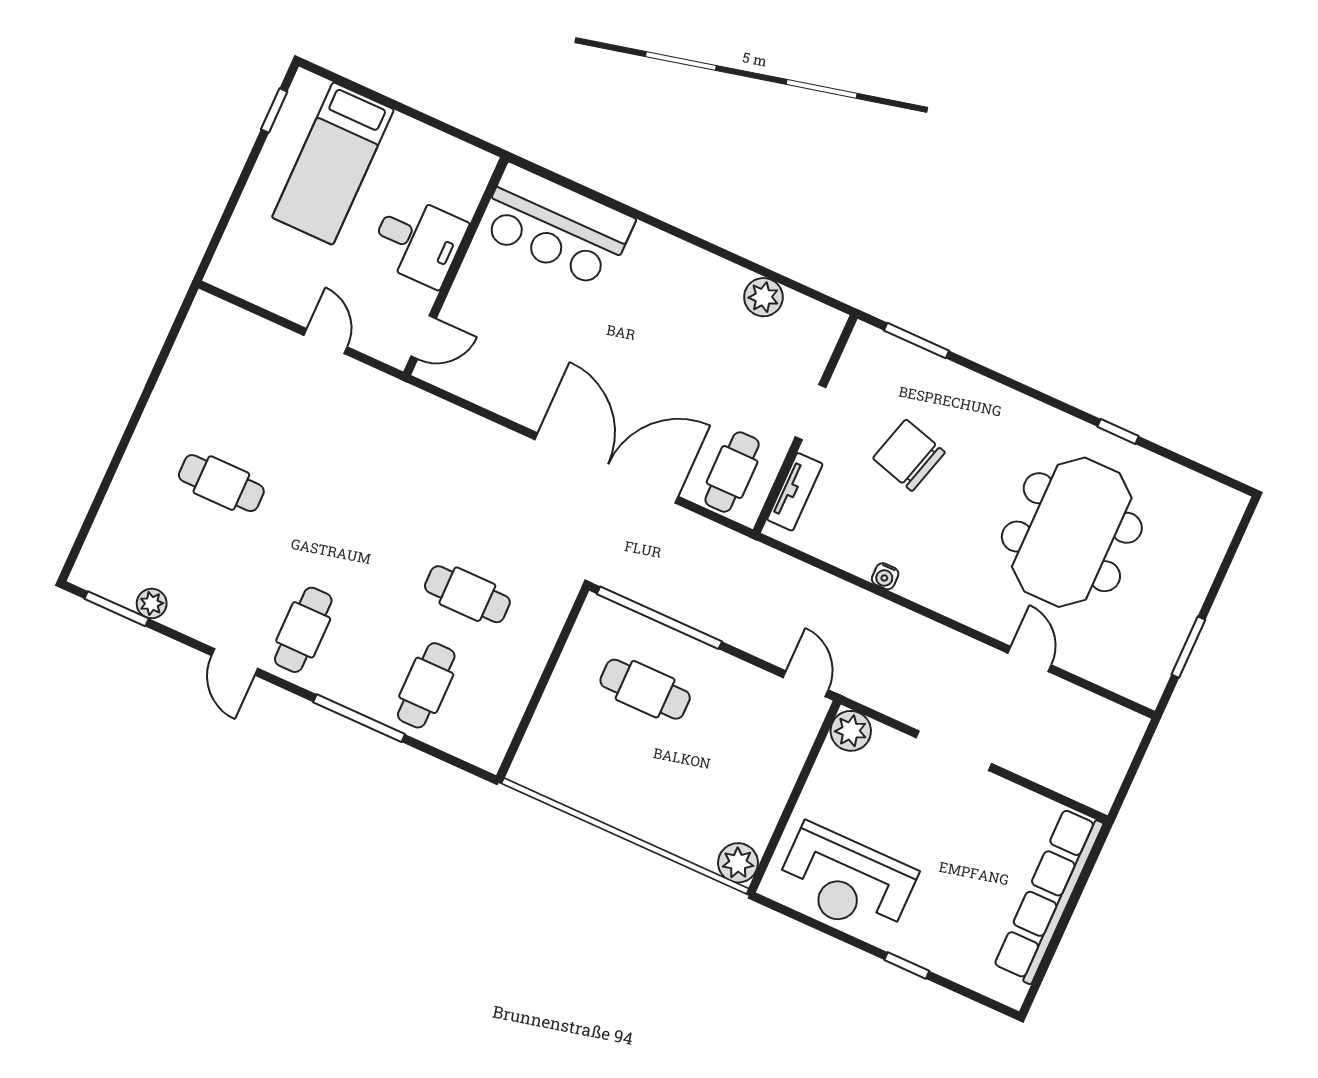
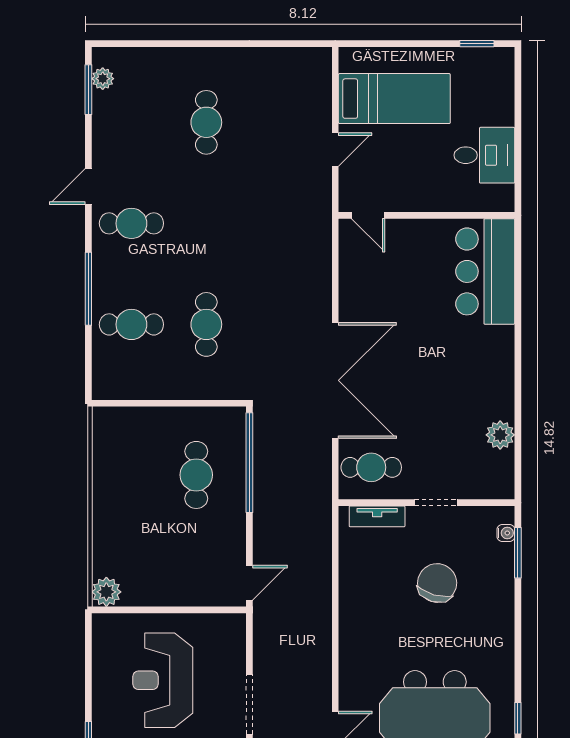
bed: (333, 163) -> (394, 99), moved, turned 180
desk: (418, 241) -> (484, 155), moved, turned -90
water cooler: (885, 576) -> (506, 533), moved, turned 180
plant: (152, 603) -> (103, 79), moved
plant: (851, 731) -> (231, 628), removed
reception desk: (846, 881) -> (163, 680), moved

